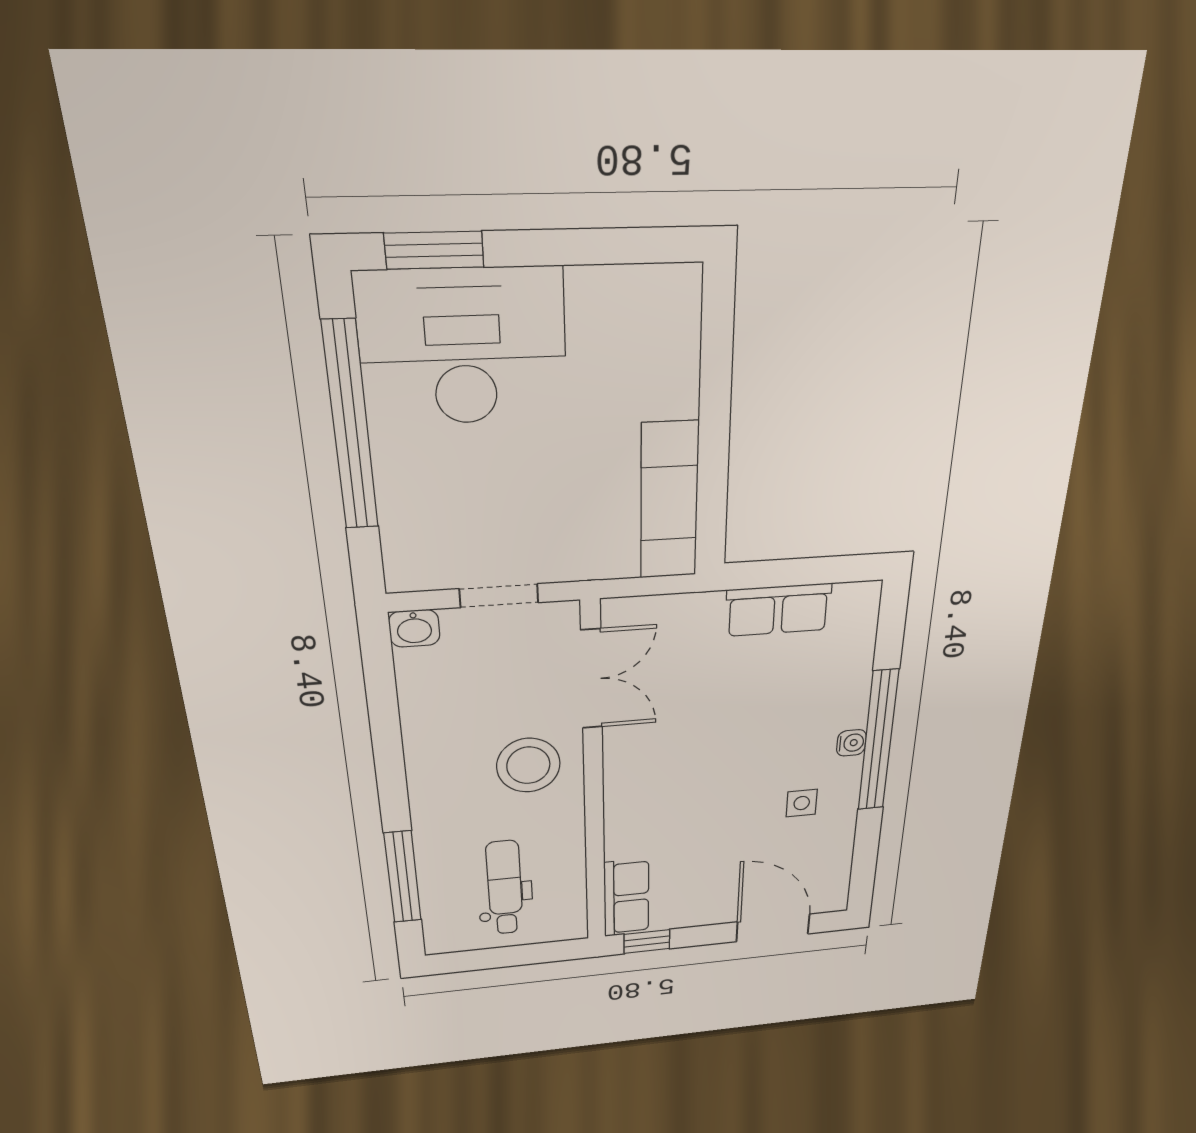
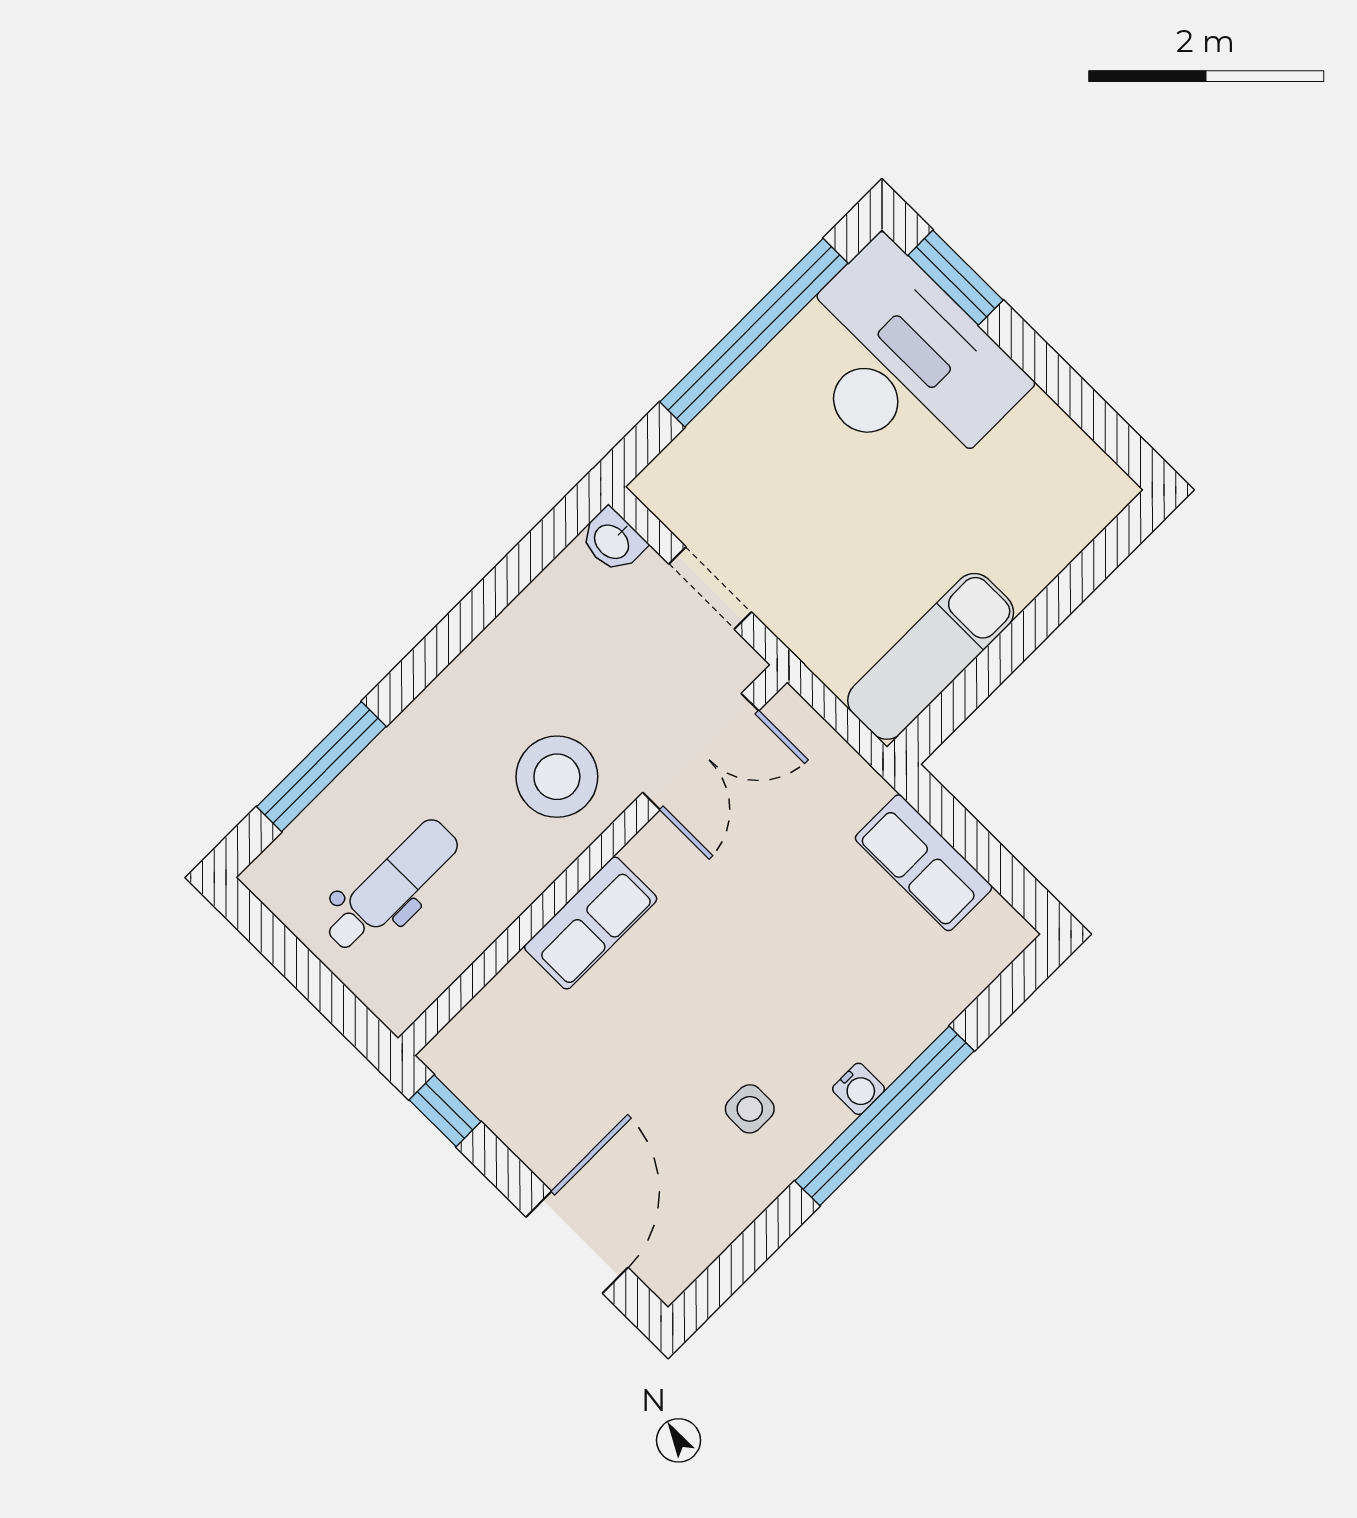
row of seats: (626, 898) -> (591, 923), moved

